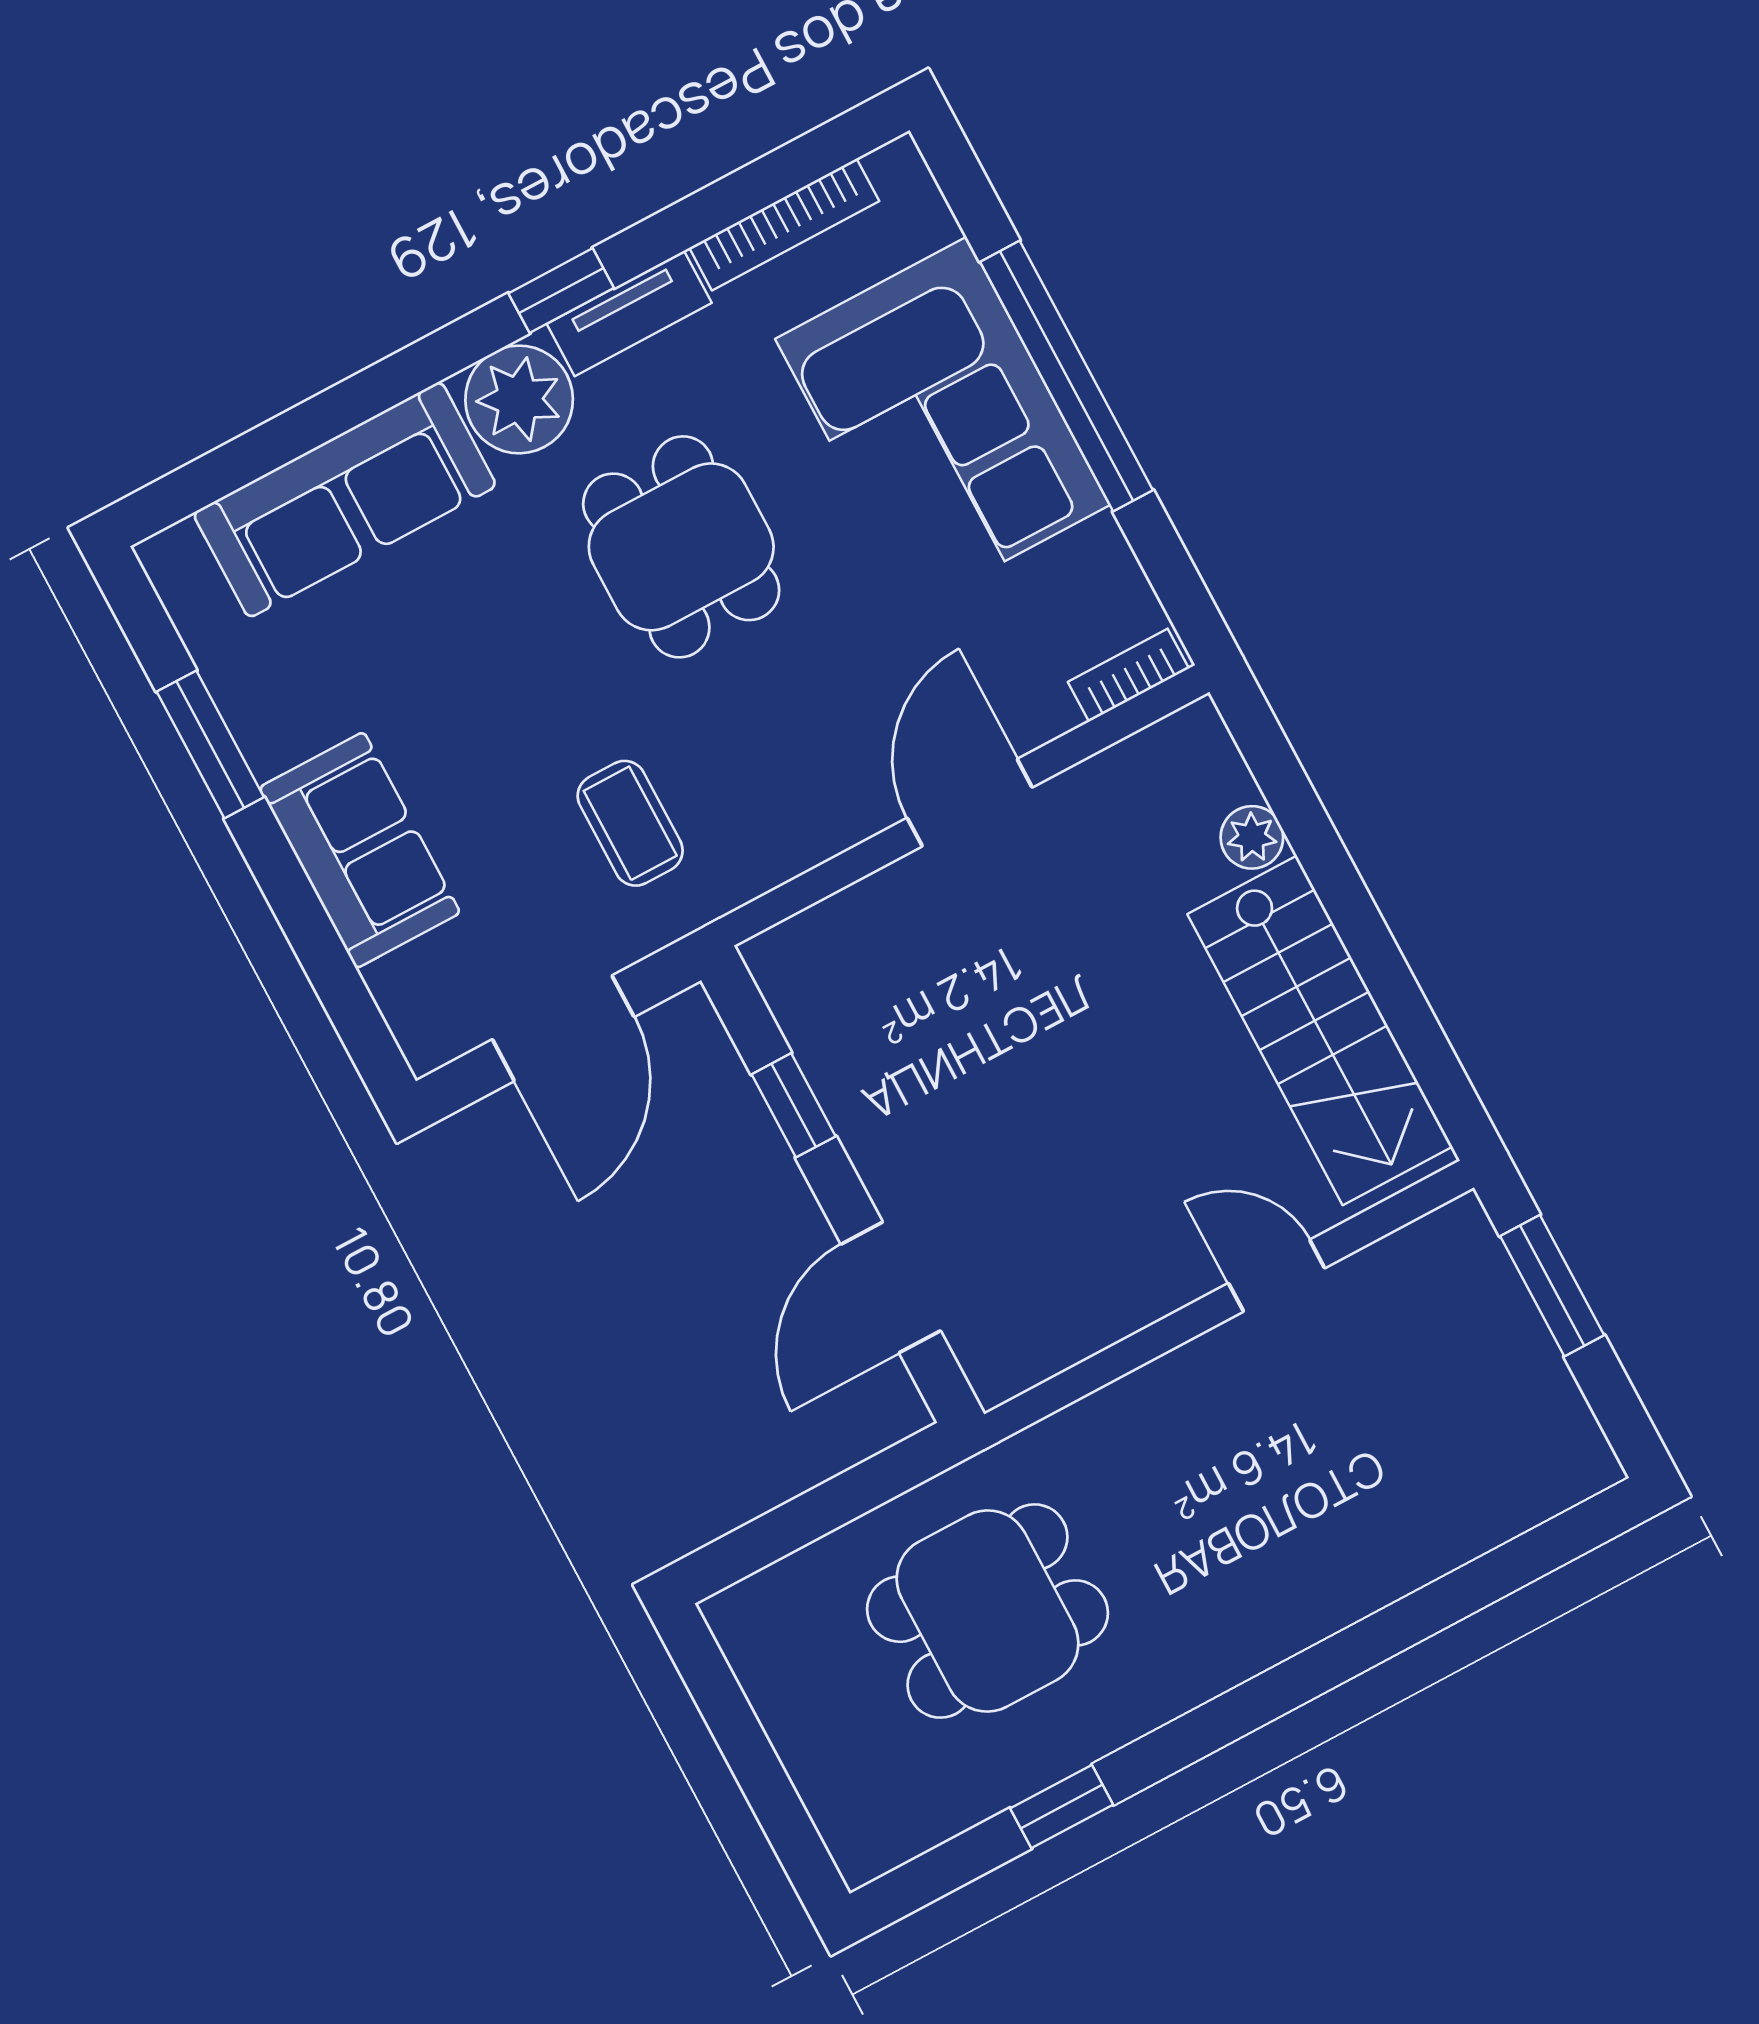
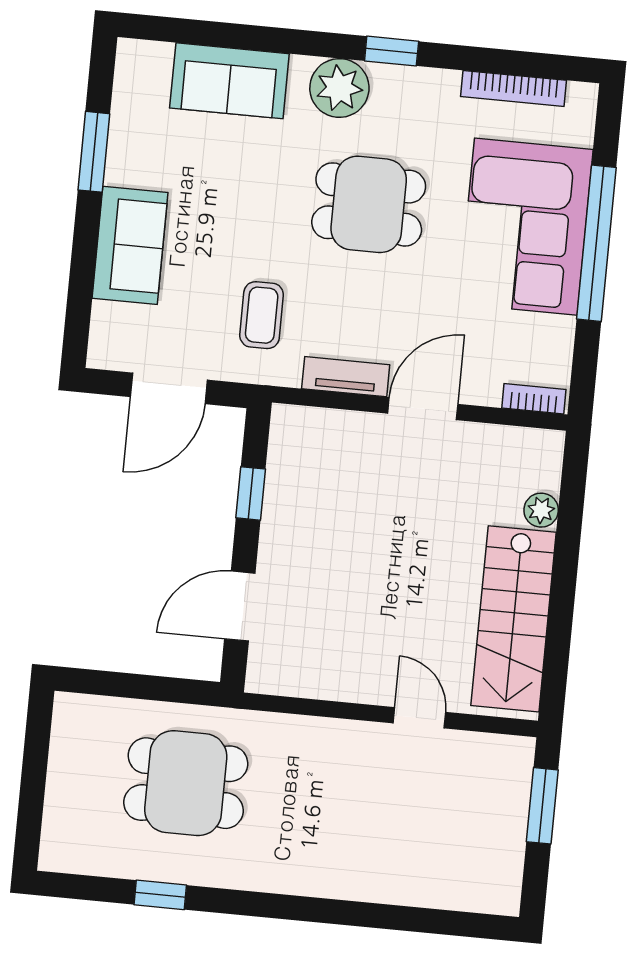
tv unit: (629, 313) -> (346, 377), moved, turned 180
sofa: (345, 500) -> (229, 81), width x0.73
dining table: (681, 547) -> (369, 204), turned 90

